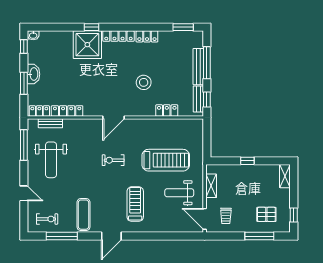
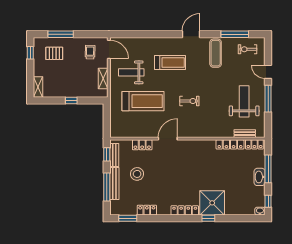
locker: (147, 36) -> (147, 210), moved
stool: (144, 82) -> (137, 174), moved
window: (24, 83) -> (268, 169), width x1.44
door: (114, 118) -> (168, 139), moved
window: (24, 145) -> (268, 99), moved
treadmill: (166, 160) -> (143, 101), turned 180
weight bench: (179, 193) -> (131, 72), turned 180
treadmill: (135, 204) -> (170, 62), turned -90

